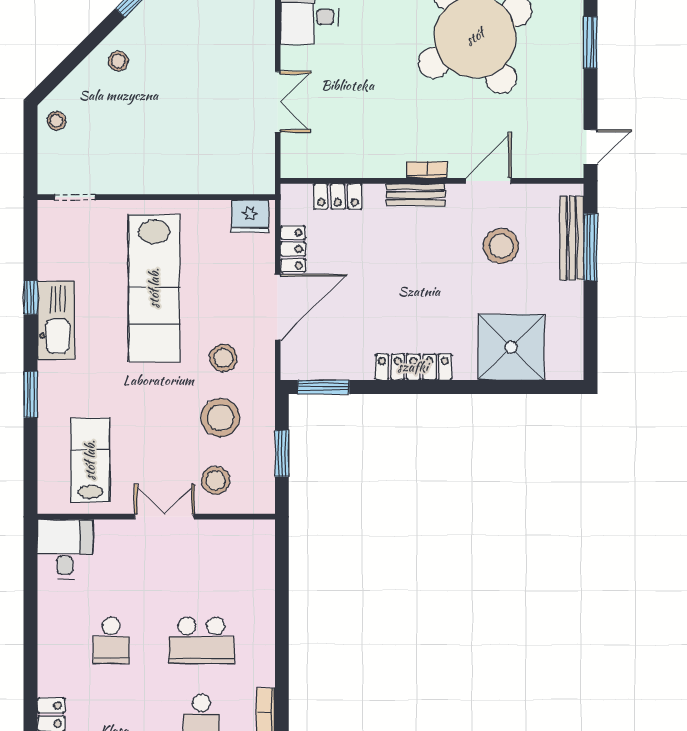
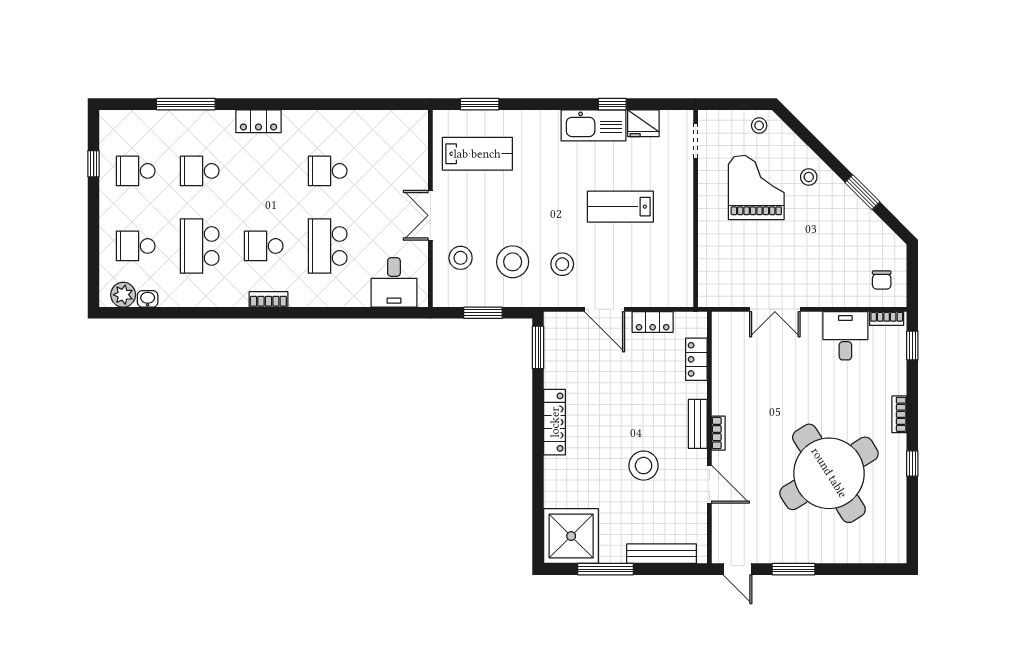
window: (590, 43) -> (793, 569), moved
grand piano: (131, 124) -> (756, 188), added
fridge: (250, 216) -> (643, 123), moved, turned -90
stool: (501, 246) -> (644, 466), moved
window: (590, 247) -> (605, 569), moved
lab bench: (154, 288) -> (620, 207), width x0.54, depth x0.72
door: (278, 307) -> (605, 309), width x0.73
shower: (511, 347) -> (571, 536), moved
window: (31, 395) -> (480, 104), moved
double door: (164, 517) -> (430, 215), swing flipped
desk: (65, 549) -> (394, 282), moved, turned 90

